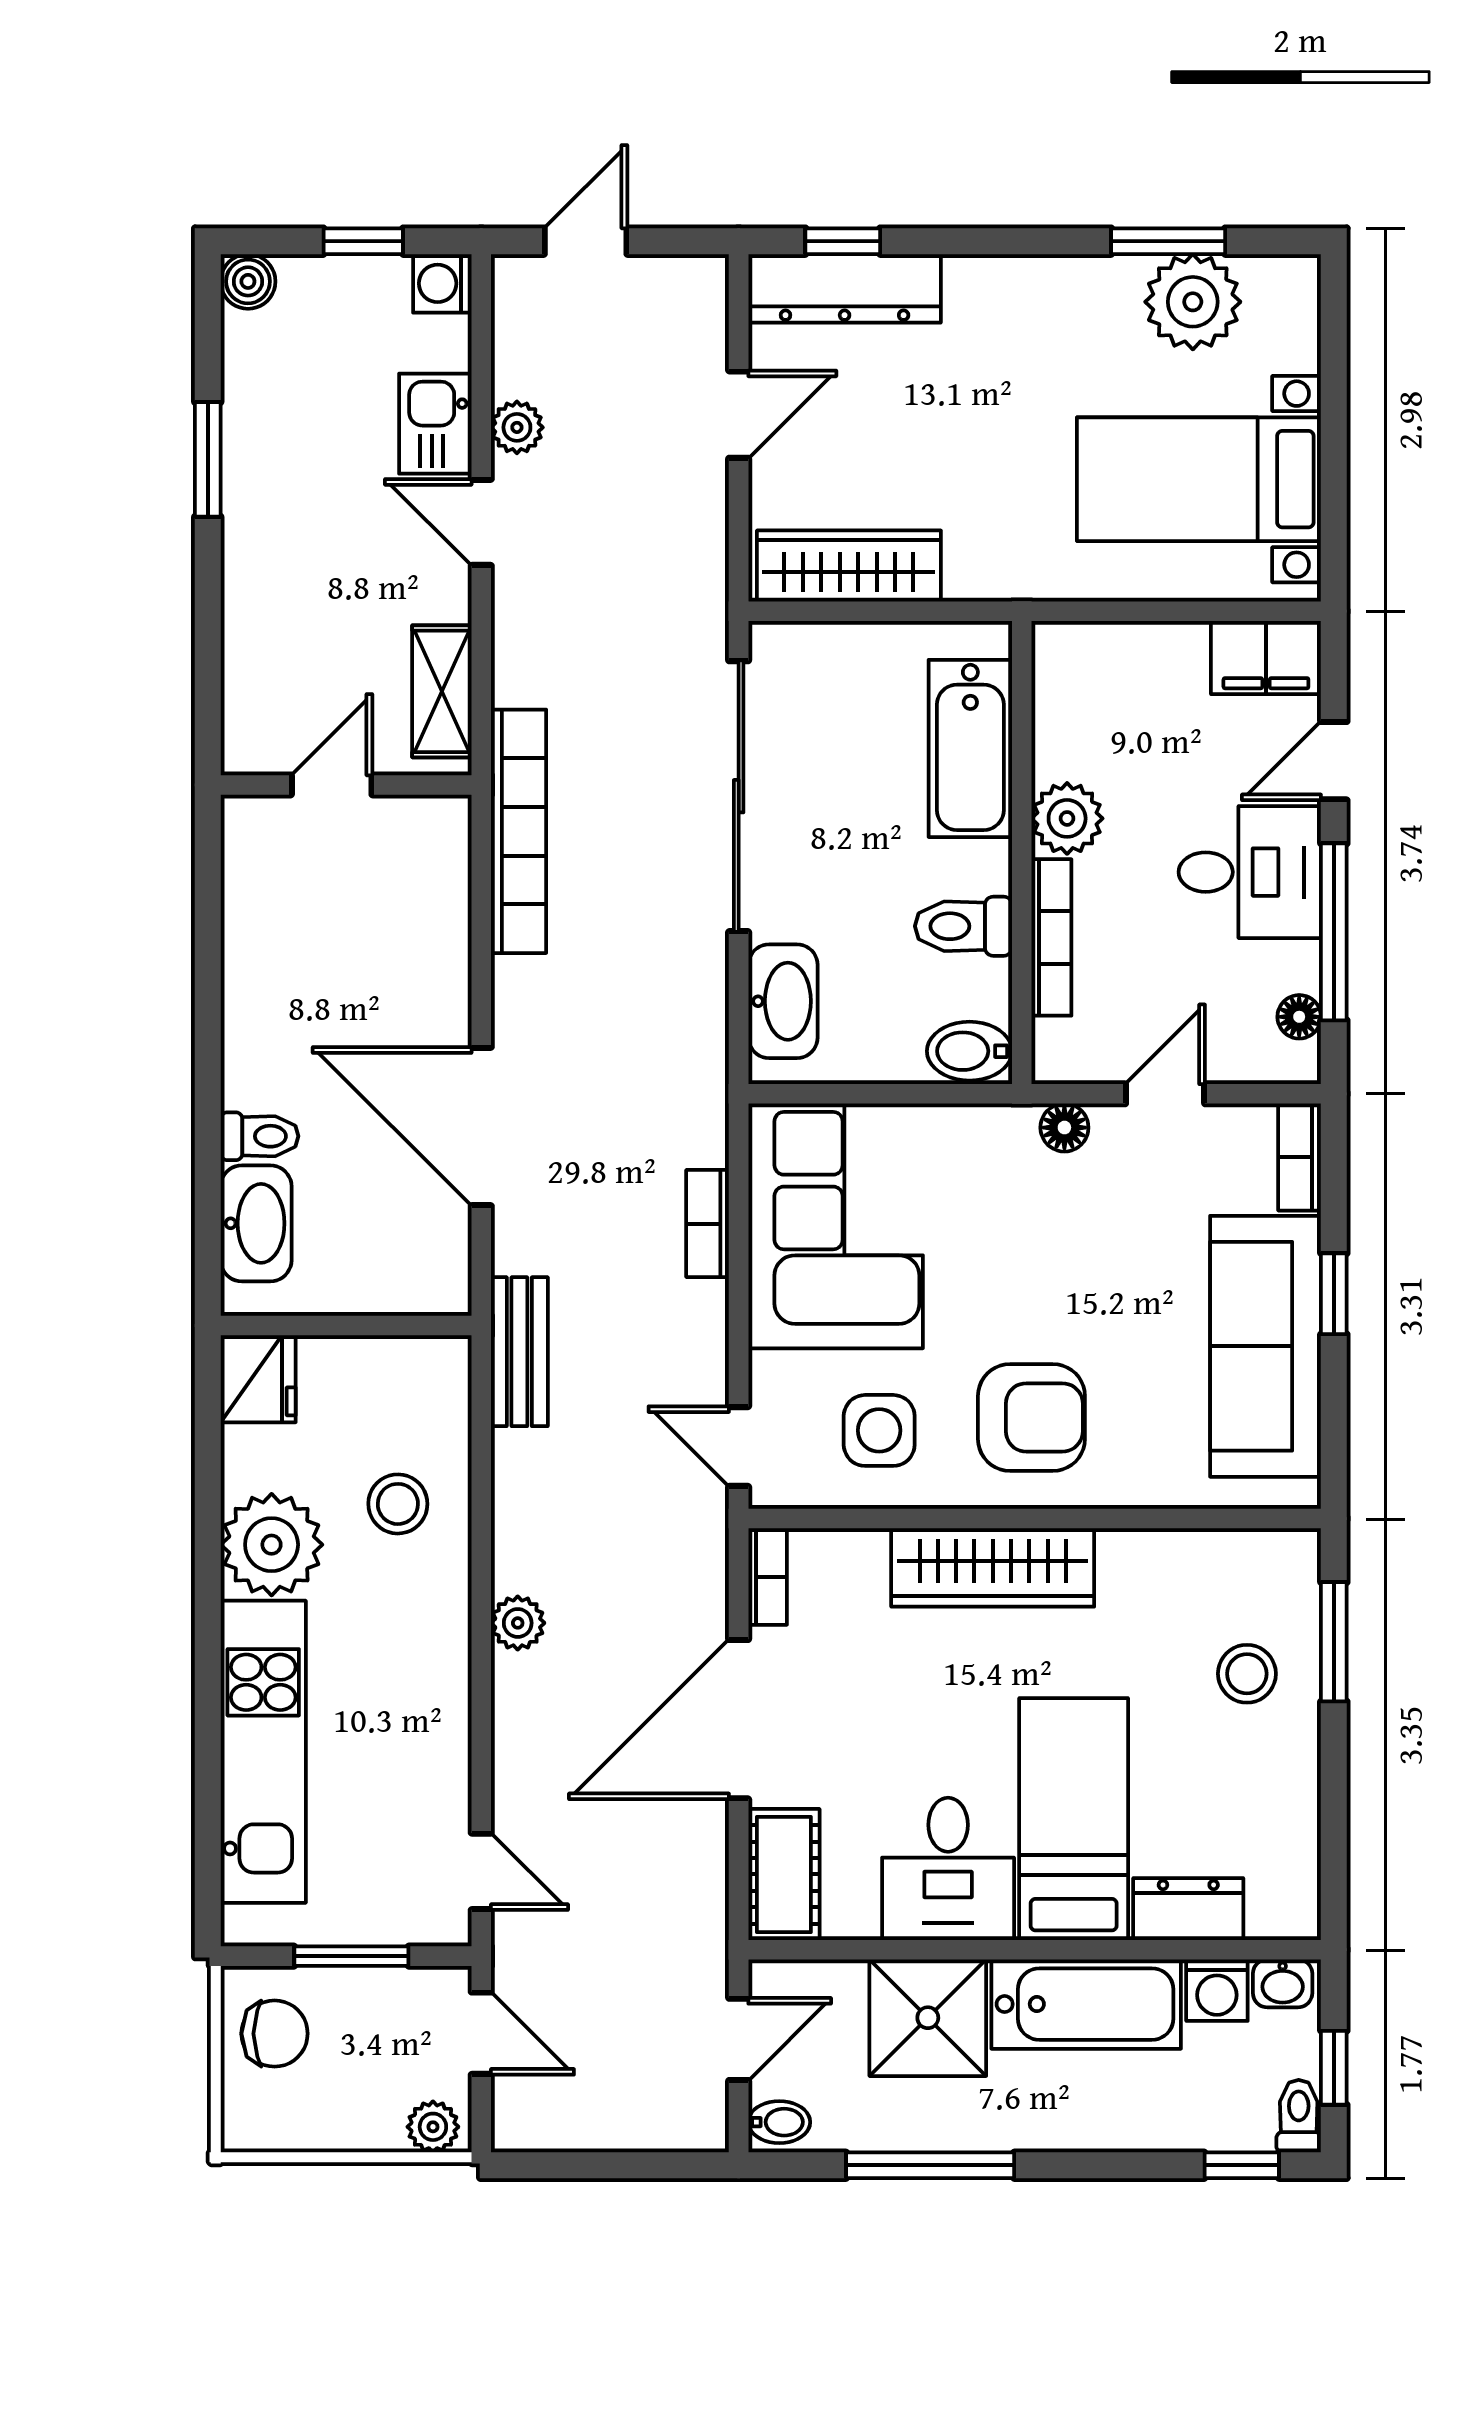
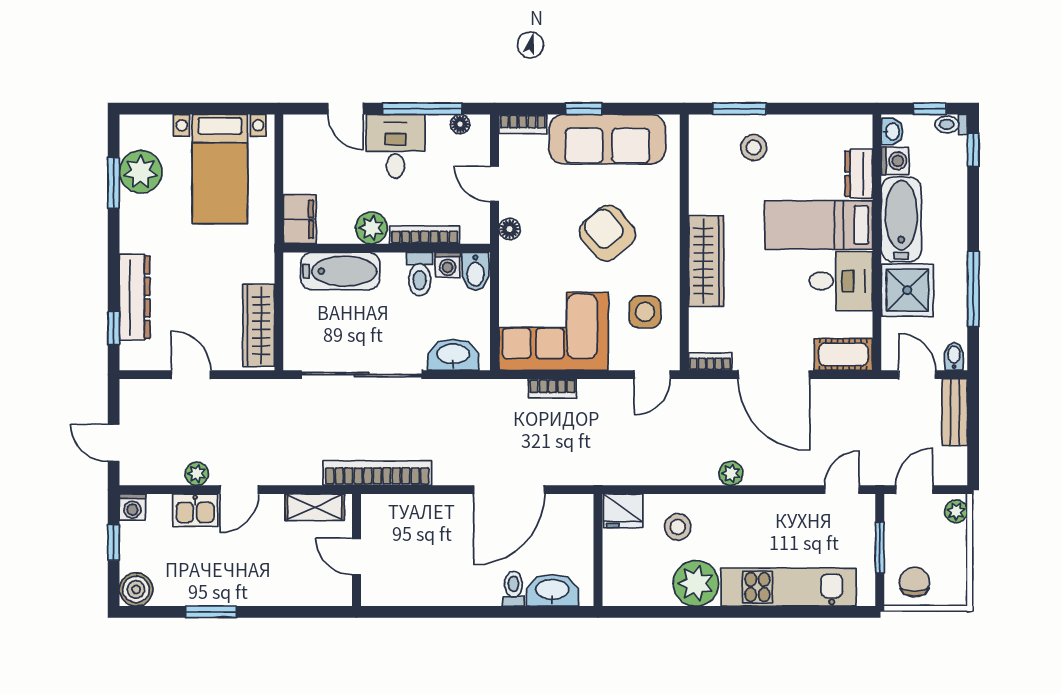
boiler: (248, 281) -> (136, 589), width x1.36, depth x1.36
dresser: (845, 288) -> (135, 297), moved
filing cabinet: (1266, 658) -> (300, 219), moved
washing machine: (984, 989) -> (448, 265), added
bench: (519, 1352) -> (955, 412), moved, turned 90
fridge: (258, 1379) -> (623, 511), moved, turned 180
armchair: (1031, 1417) -> (607, 233), moved, turned -40

